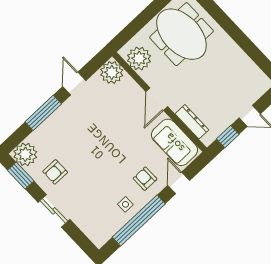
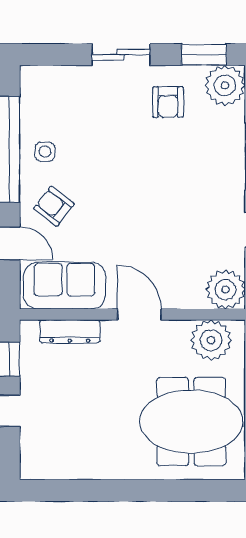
armchair: (55, 172) -> (168, 102), turned 180
armchair: (145, 179) -> (54, 206), turned -142

